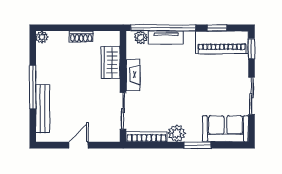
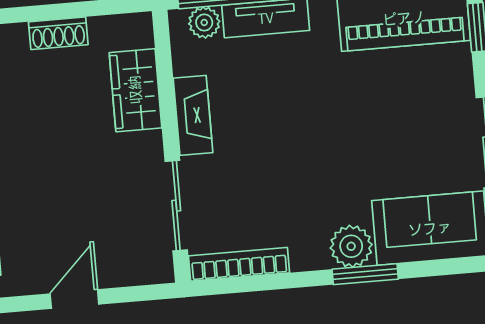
plant: (177, 133) -> (351, 246), moved

